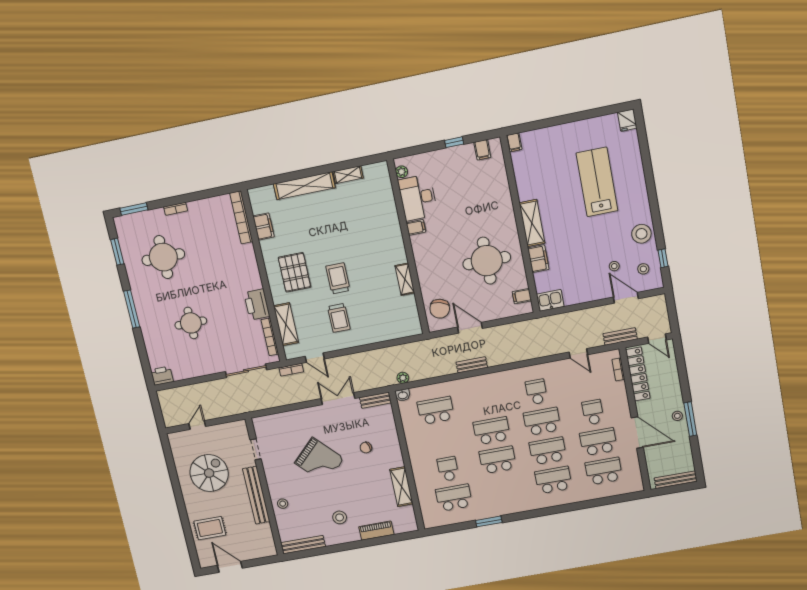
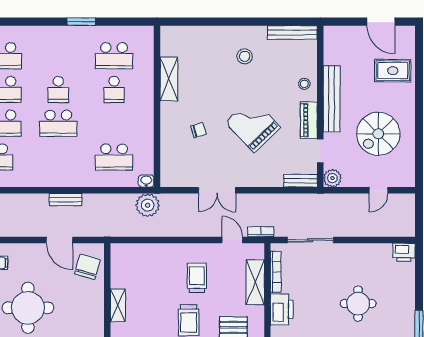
plant: (403, 378) -> (148, 205), width x1.88, depth x1.88
bench: (375, 400) -> (300, 181), moved
plant: (240, 428) -> (332, 178), added
school desk: (498, 460) -> (58, 89), width x0.54
piano: (376, 531) -> (309, 120), moved, turned 90

